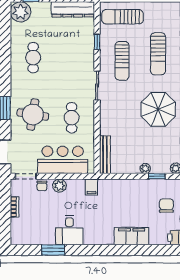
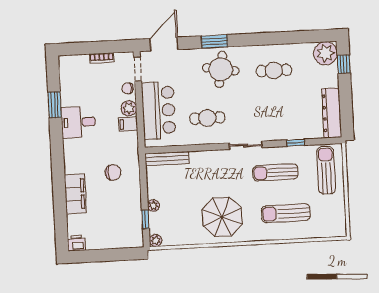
round table: (33, 115) -> (221, 69), moved
filing cabinet: (91, 187) -> (128, 124), moved
chair: (166, 206) -> (113, 172), moved

